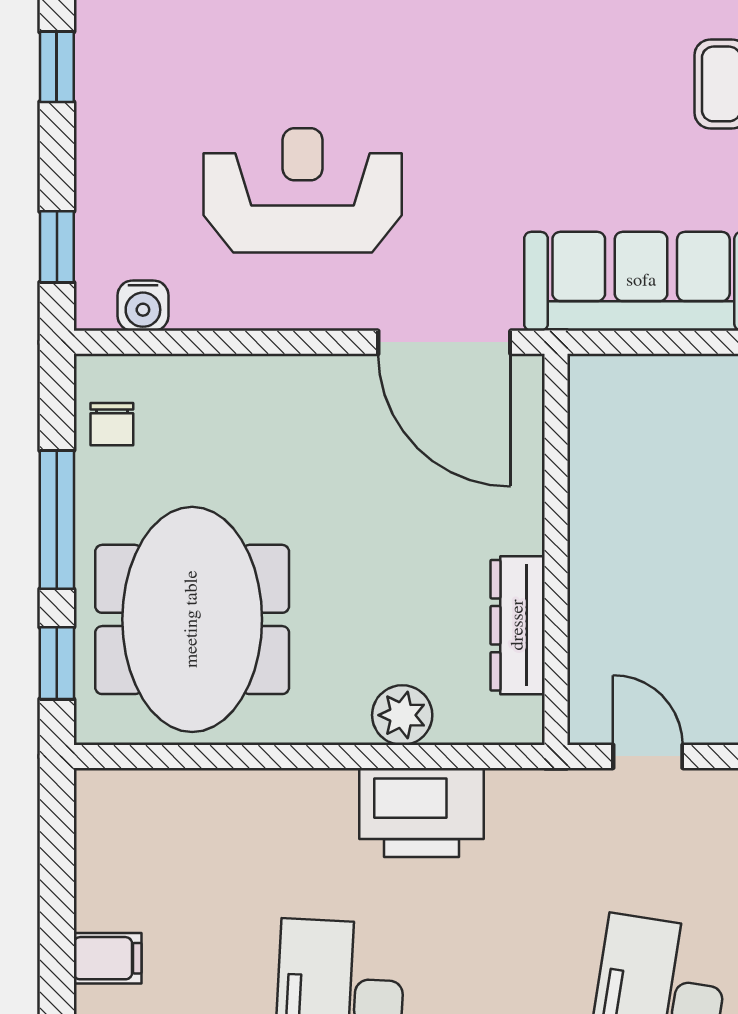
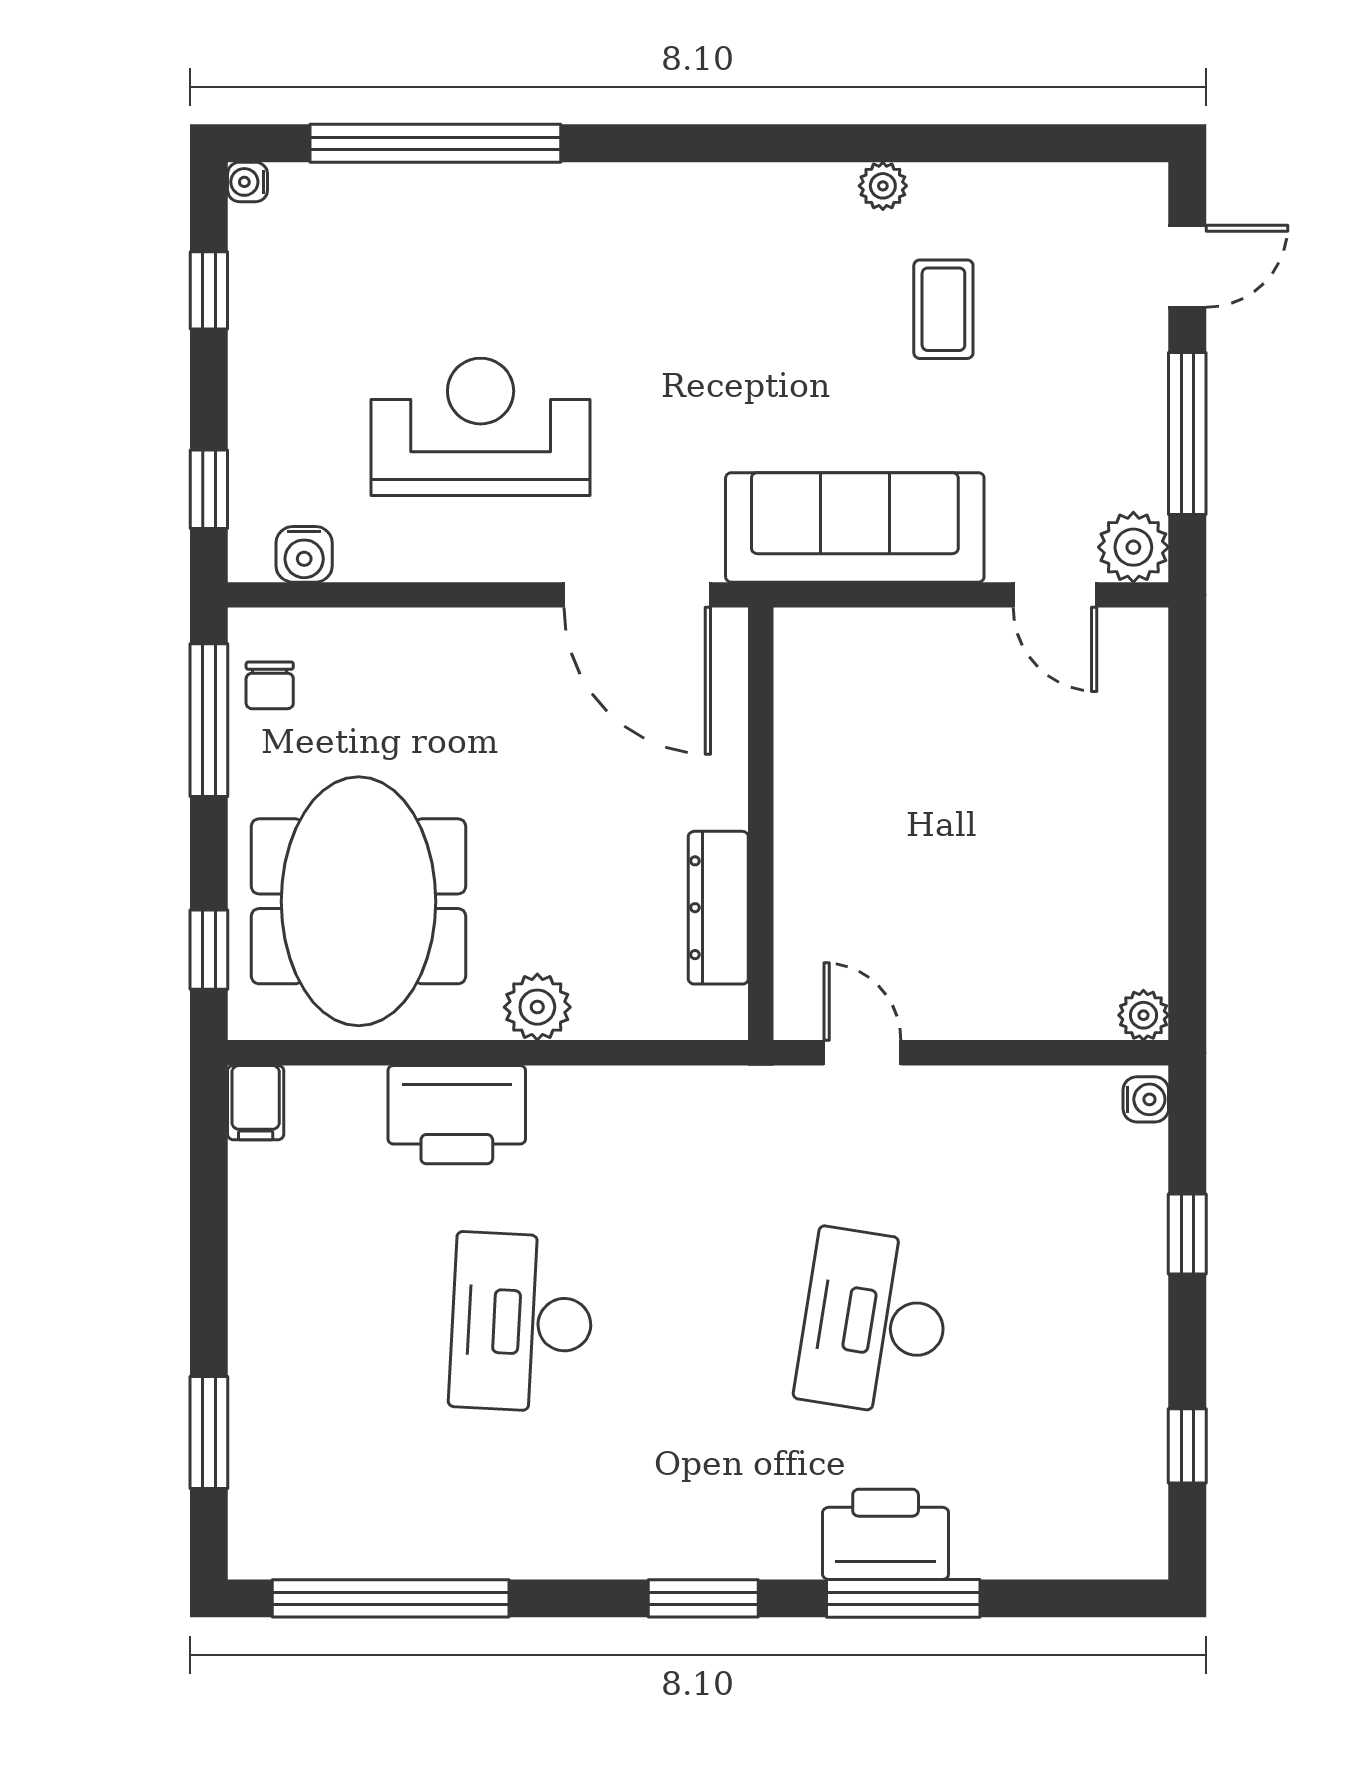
window: (57, 520) -> (209, 720), moved
plant: (402, 715) -> (537, 1007), moved
printer: (422, 812) -> (457, 1115), moved
filing cabinet: (108, 958) -> (256, 1103), moved, turned 90

